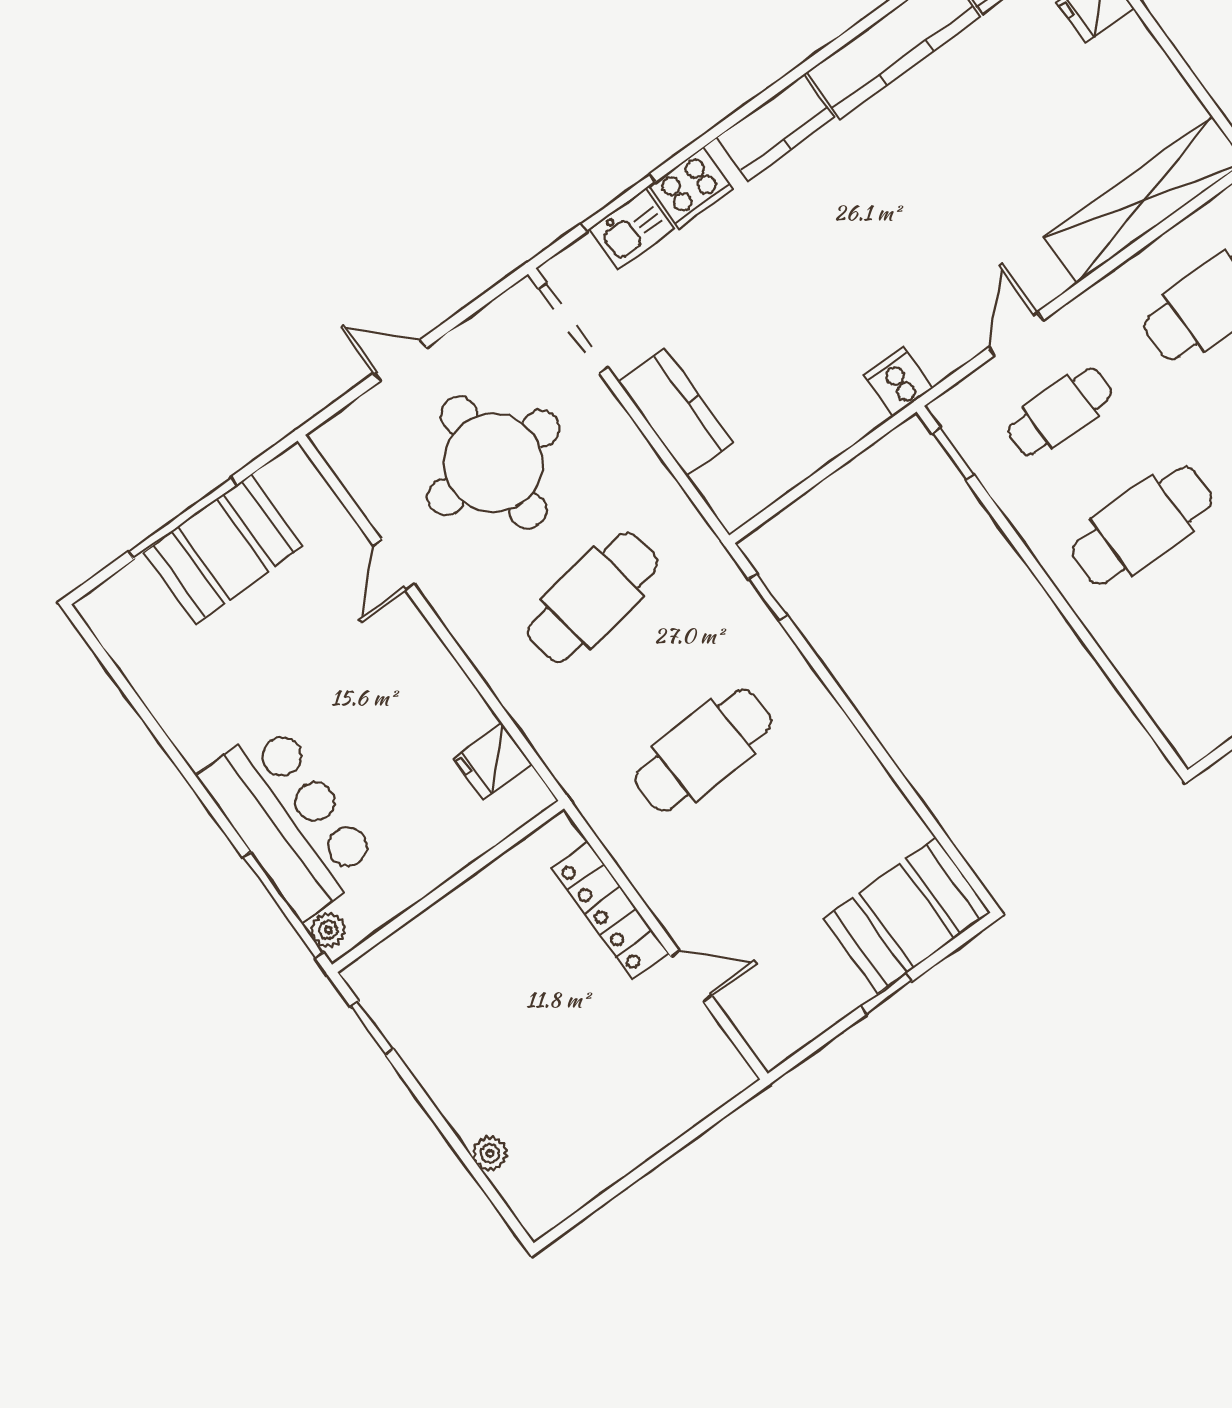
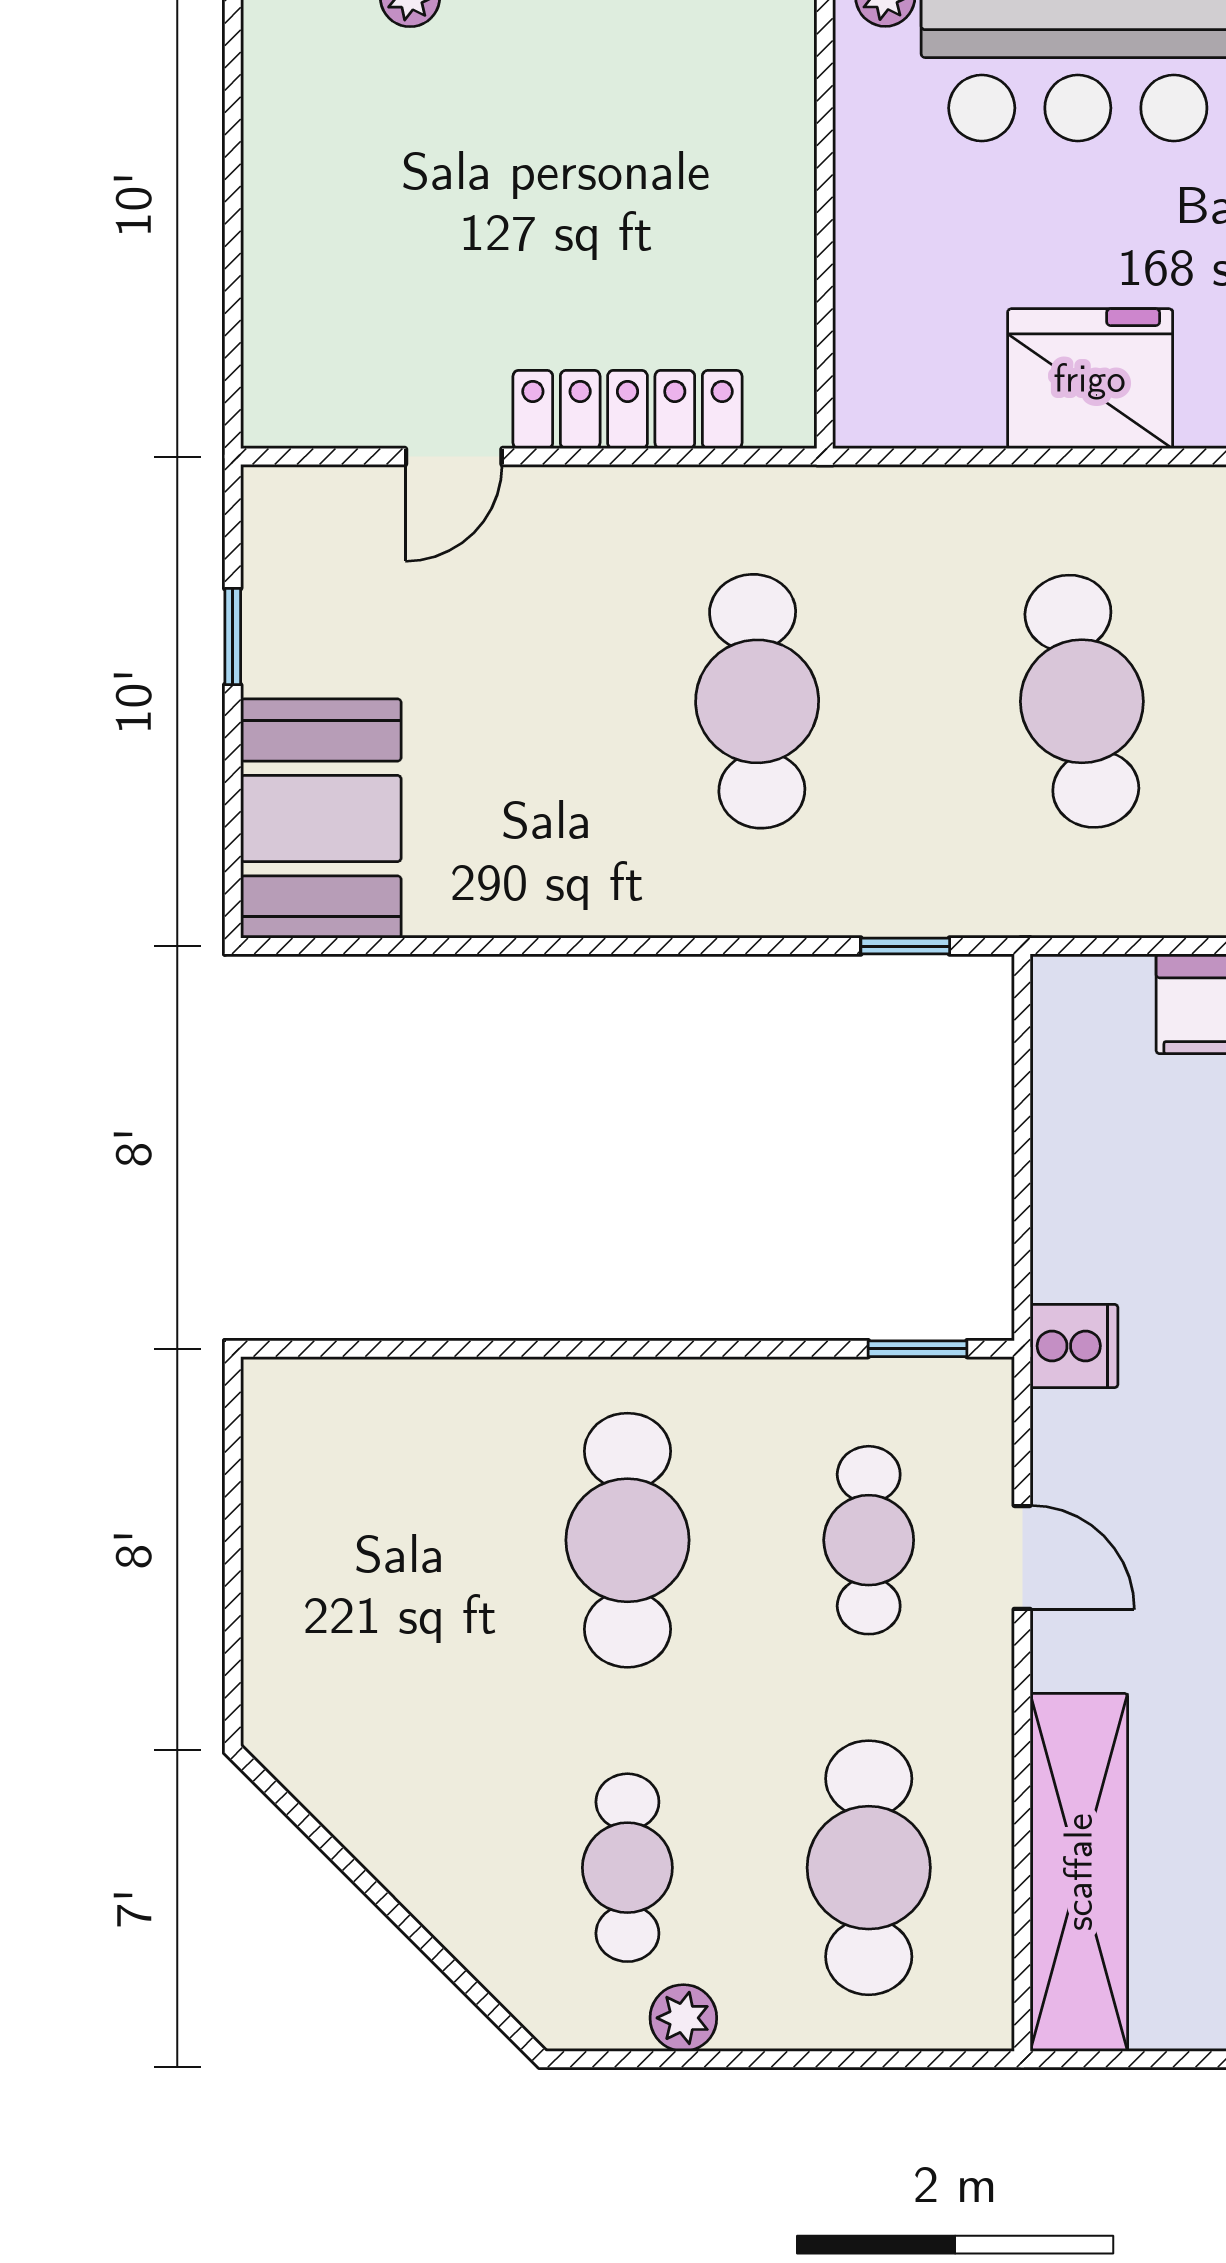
fridge: (493, 761) -> (1090, 379), moved, width x1.88, depth x1.34
window: (886, 994) -> (233, 637), moved

